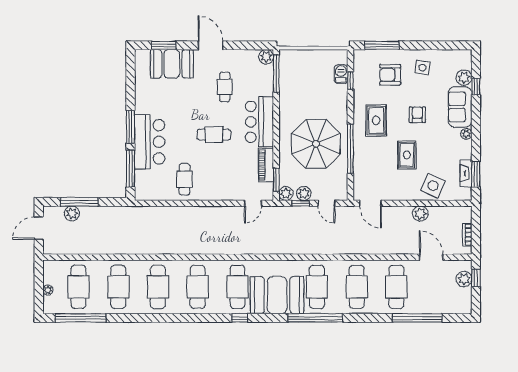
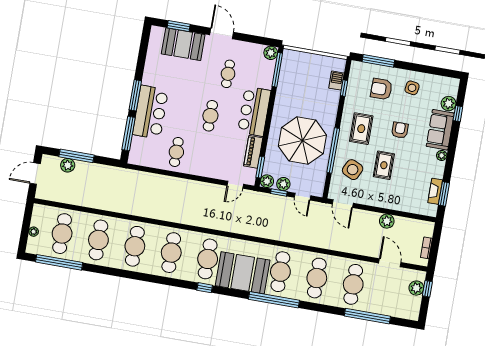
cafe table: (214, 135) -> (210, 116), turned 90
side table: (433, 186) -> (353, 170), moved

